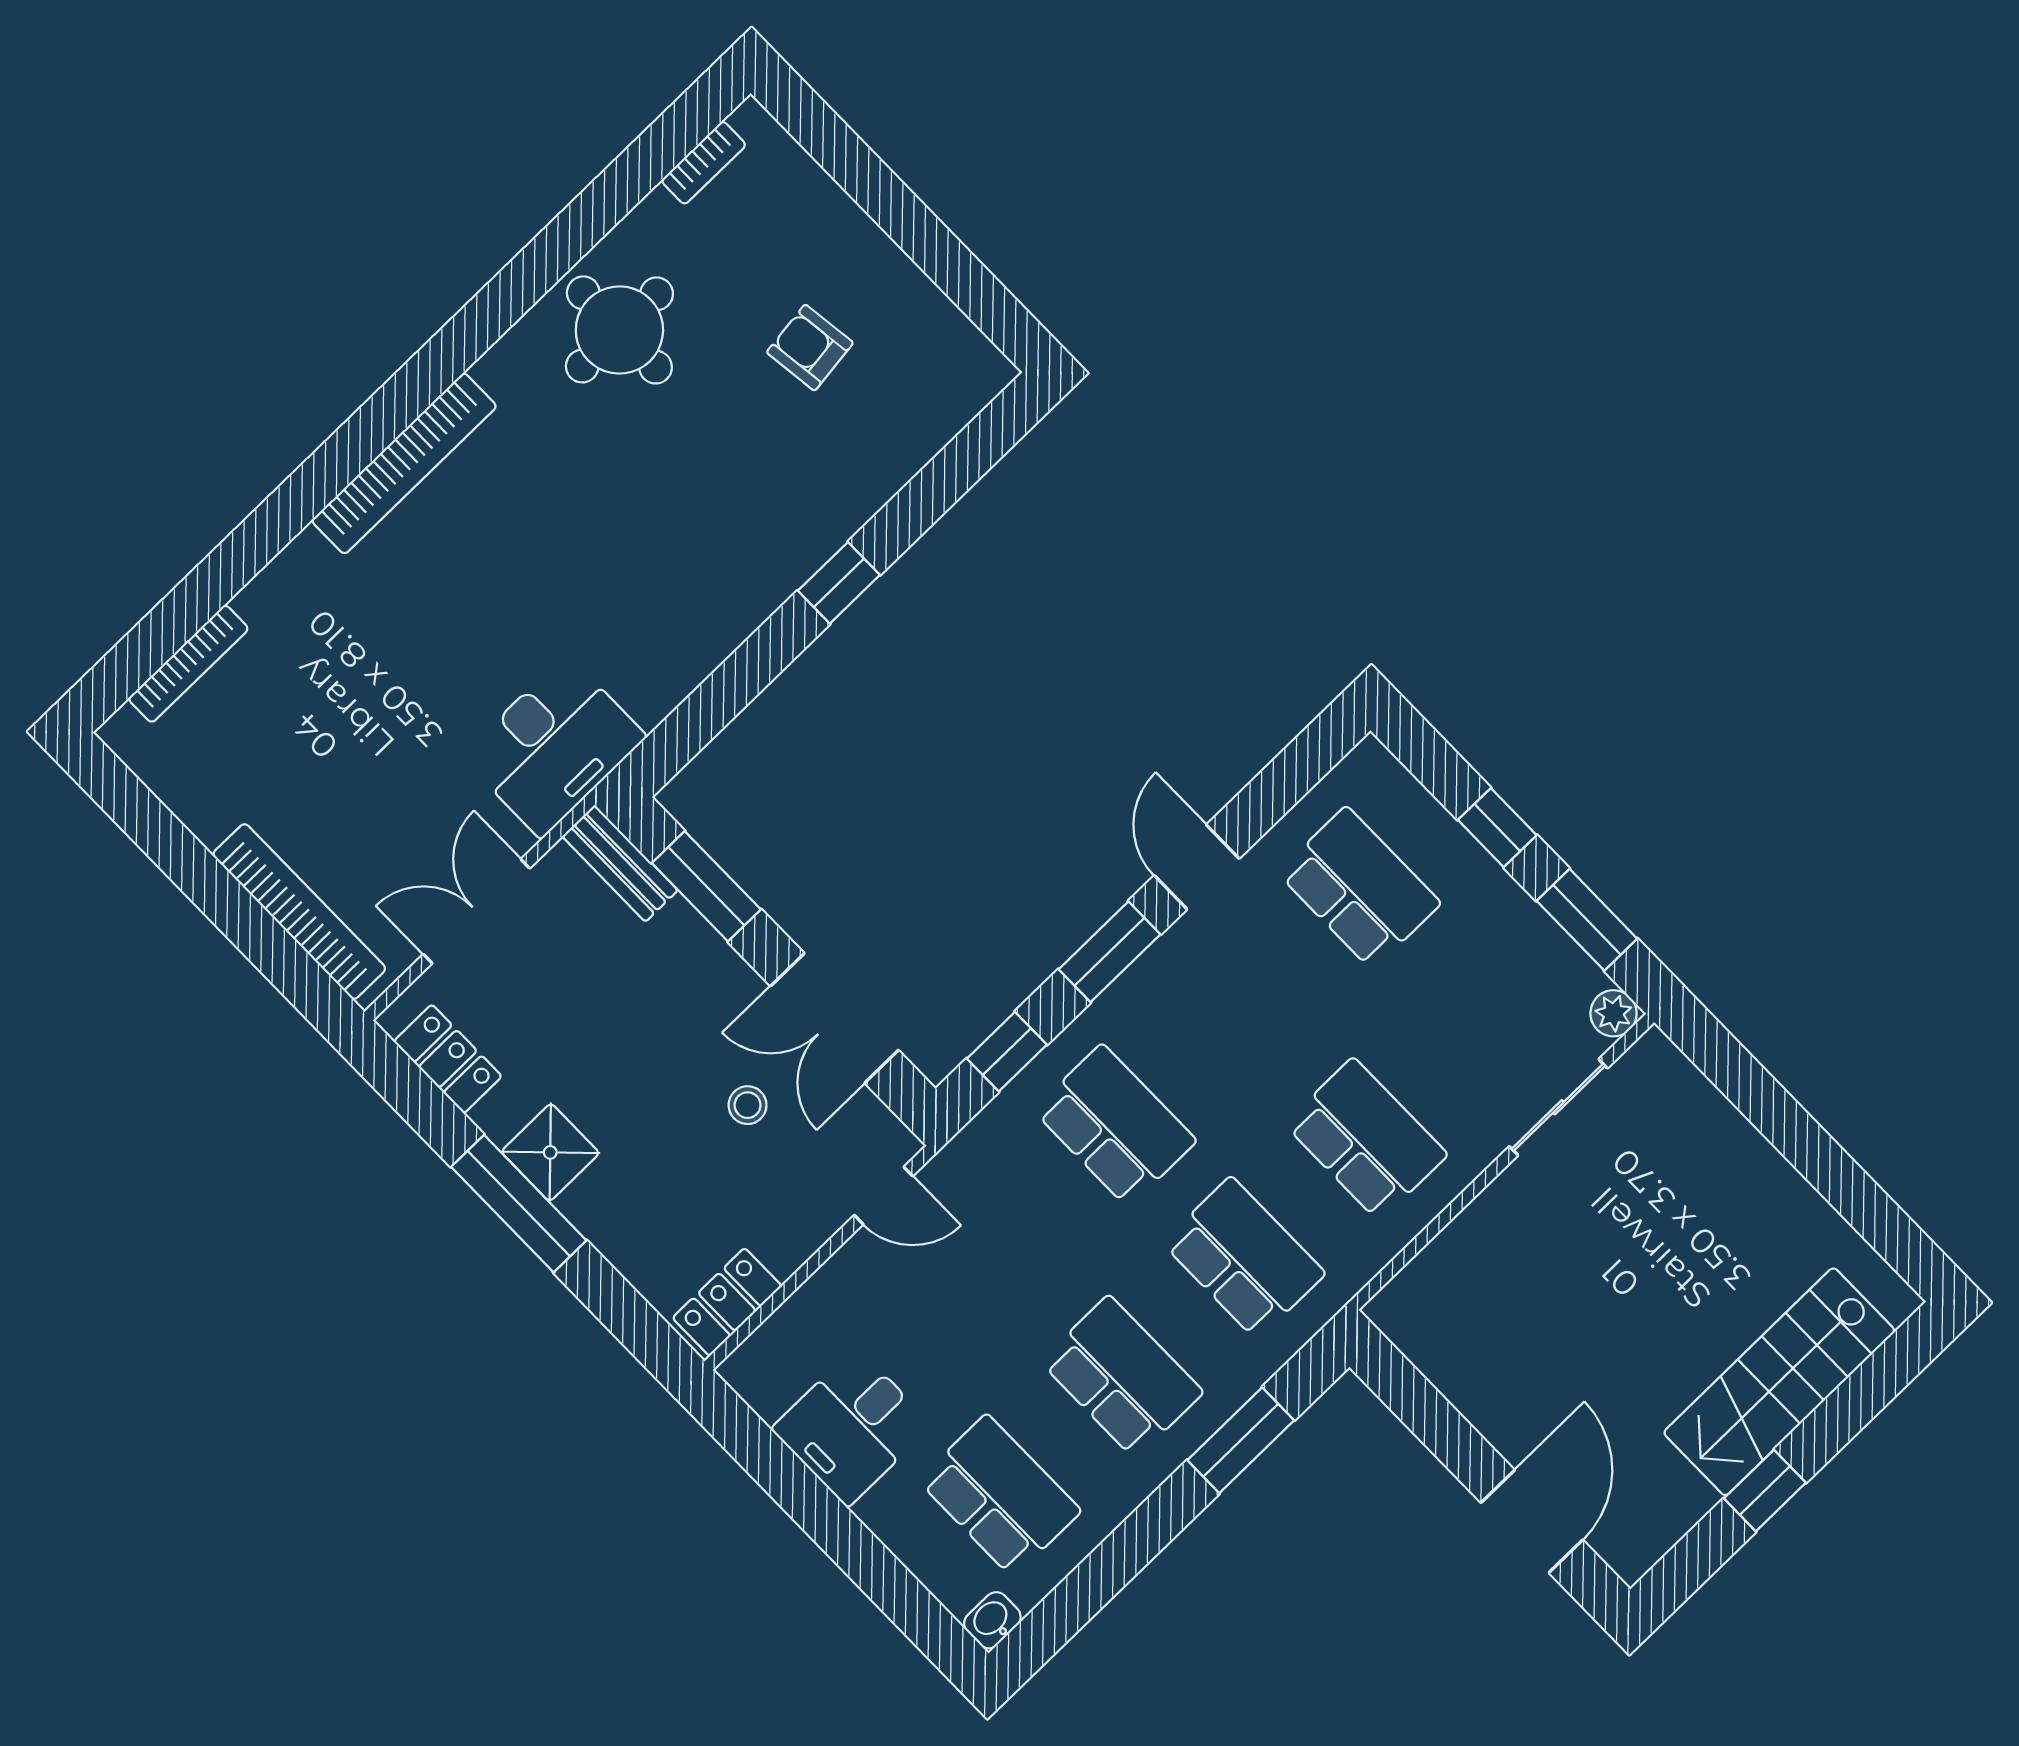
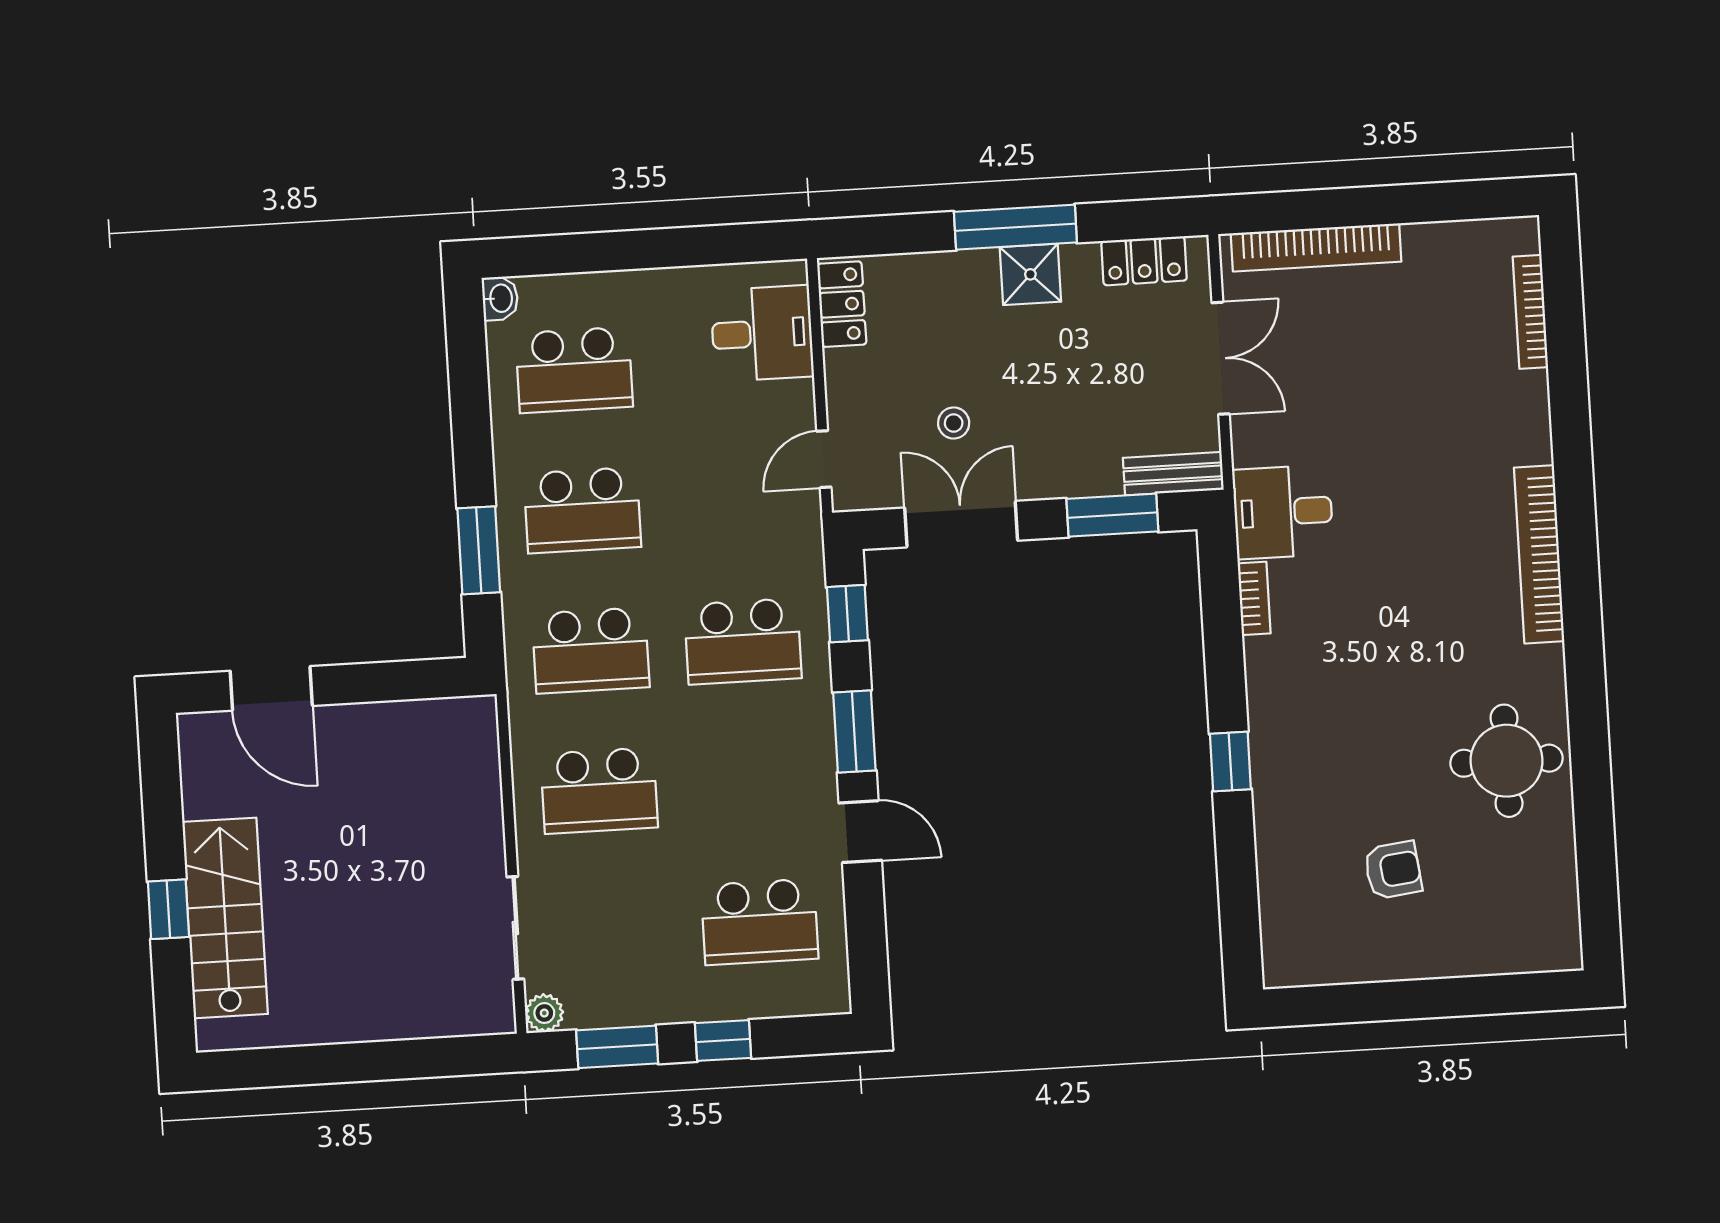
bookcase: (704, 163) -> (1254, 598), moved, turned 180
desk: (554, 746) -> (1283, 512), width x0.73
desk: (852, 1427) -> (762, 333), moved, turned 90
window: (1765, 1491) -> (168, 909), moved

